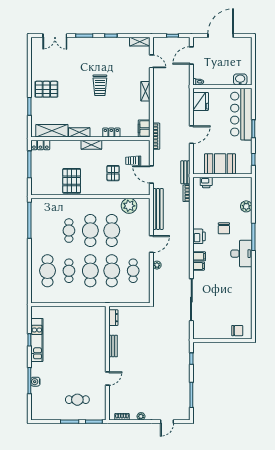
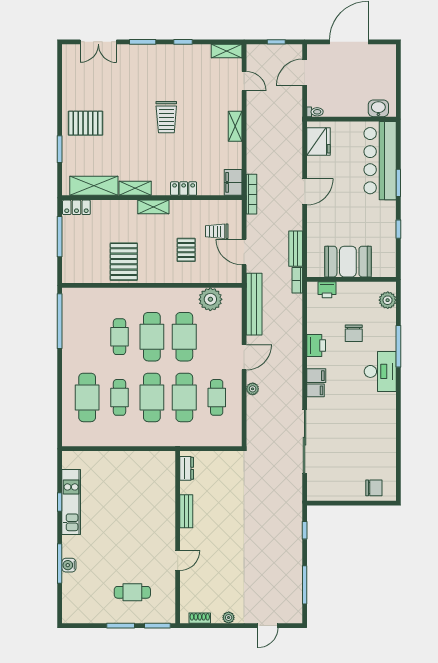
booth: (220, 164) -> (348, 262), moved
wall: (222, 176) -> (351, 279), moved
printer: (206, 182) -> (327, 290), moved

